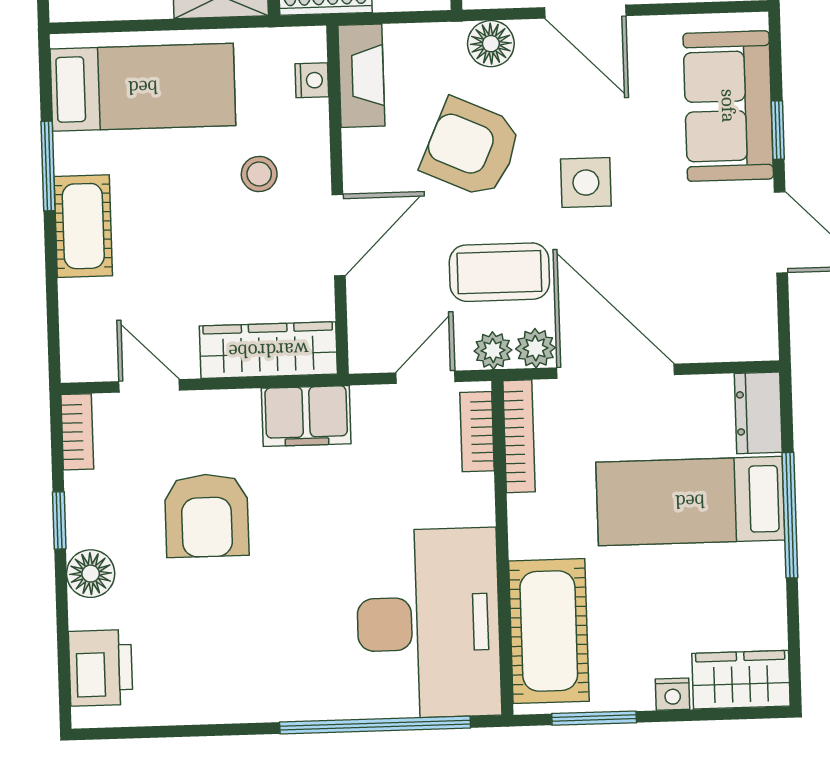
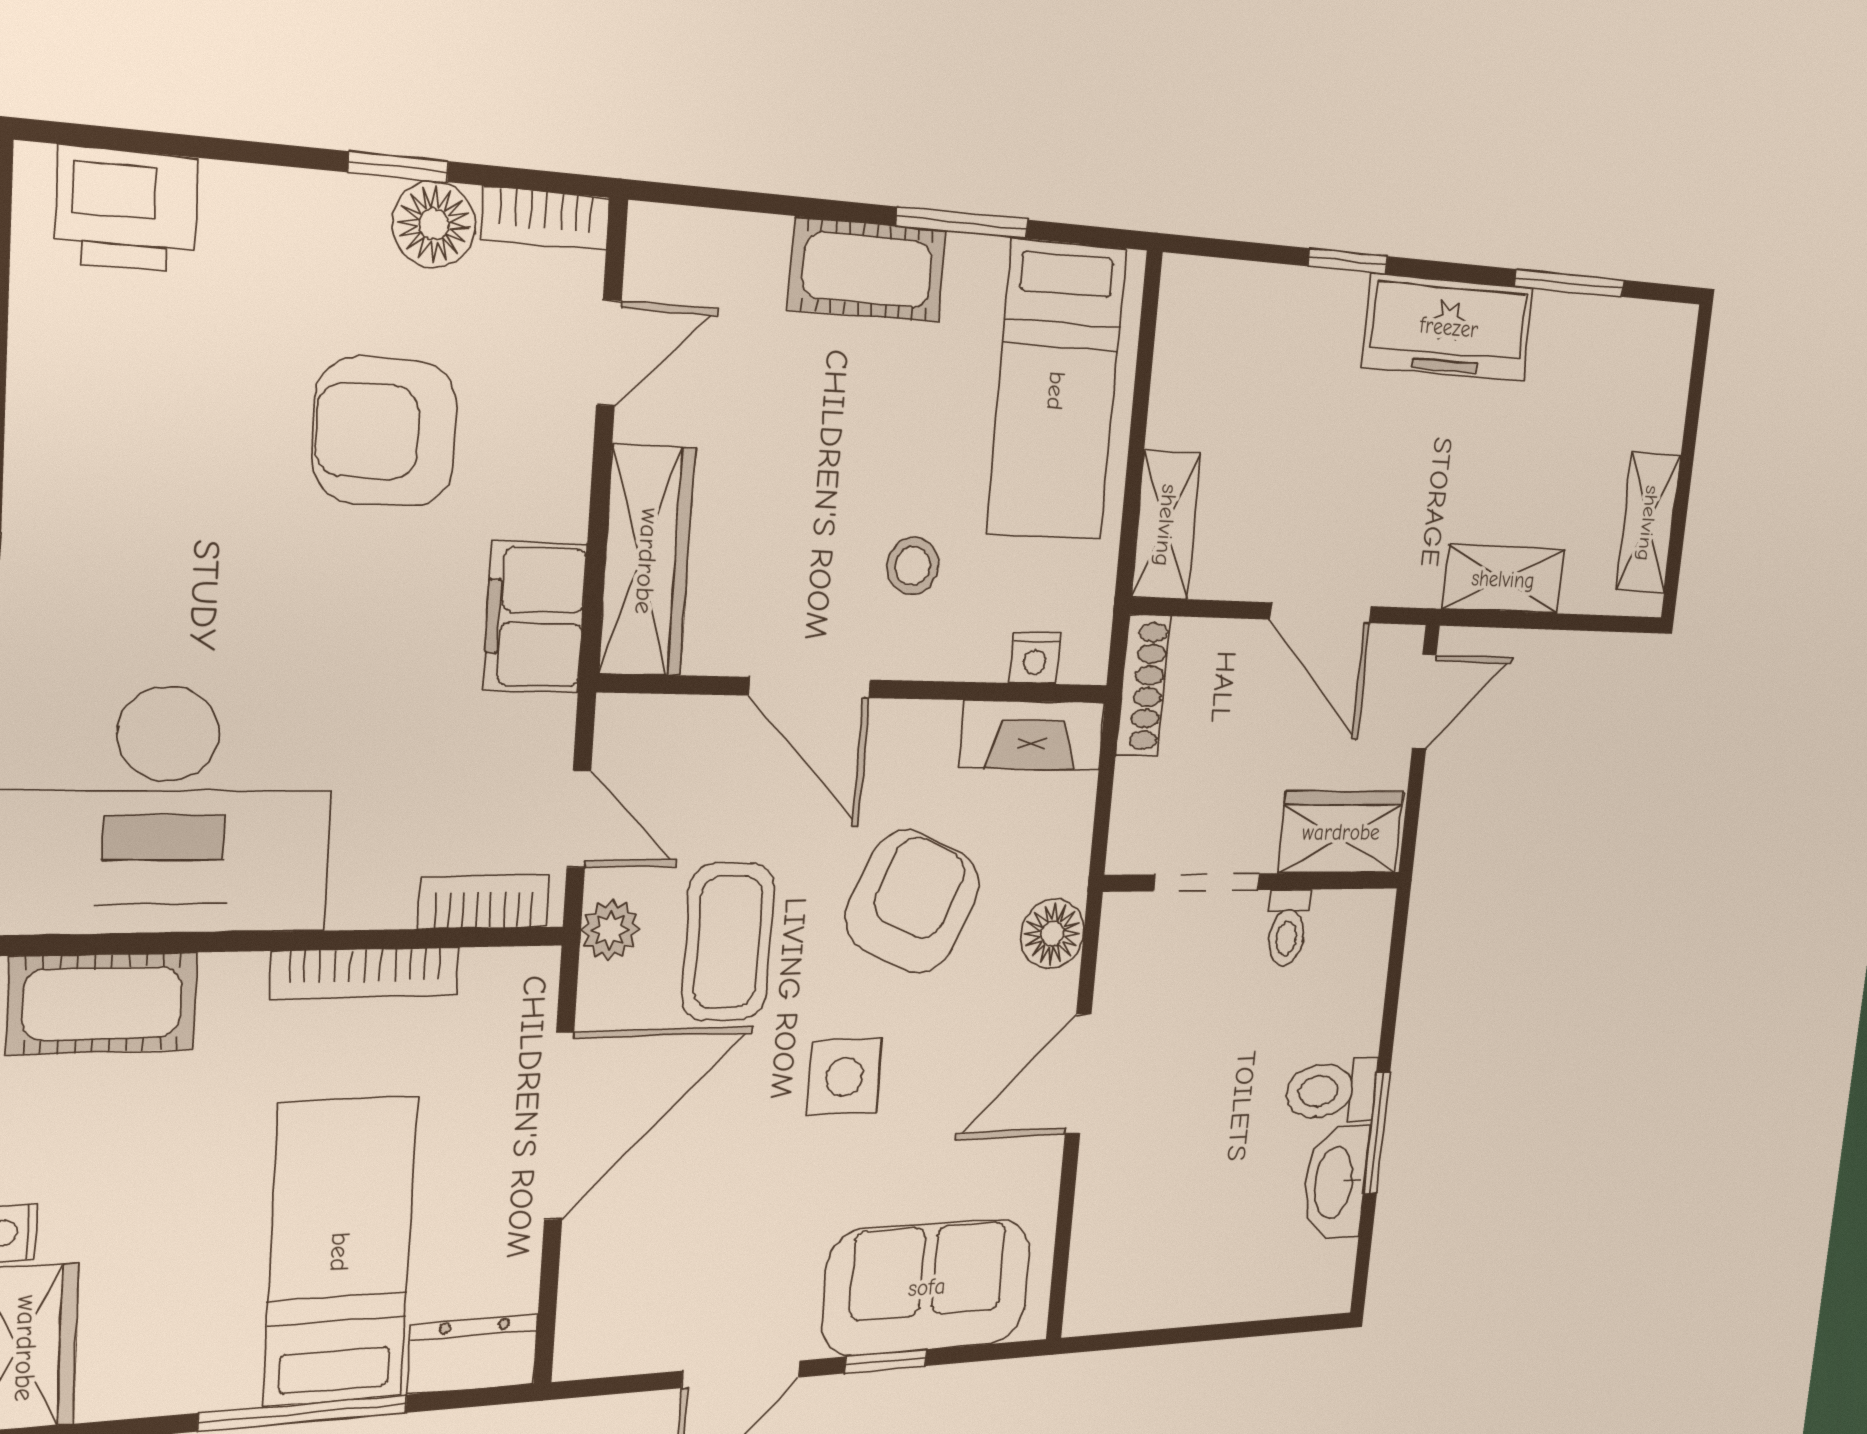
plant: (536, 348) -> (607, 998), removed
bookcase: (519, 436) -> (365, 973), moved
floor lamp: (91, 574) -> (434, 224), moved
cot: (549, 631) -> (102, 1003), width x0.73, depth x0.75

